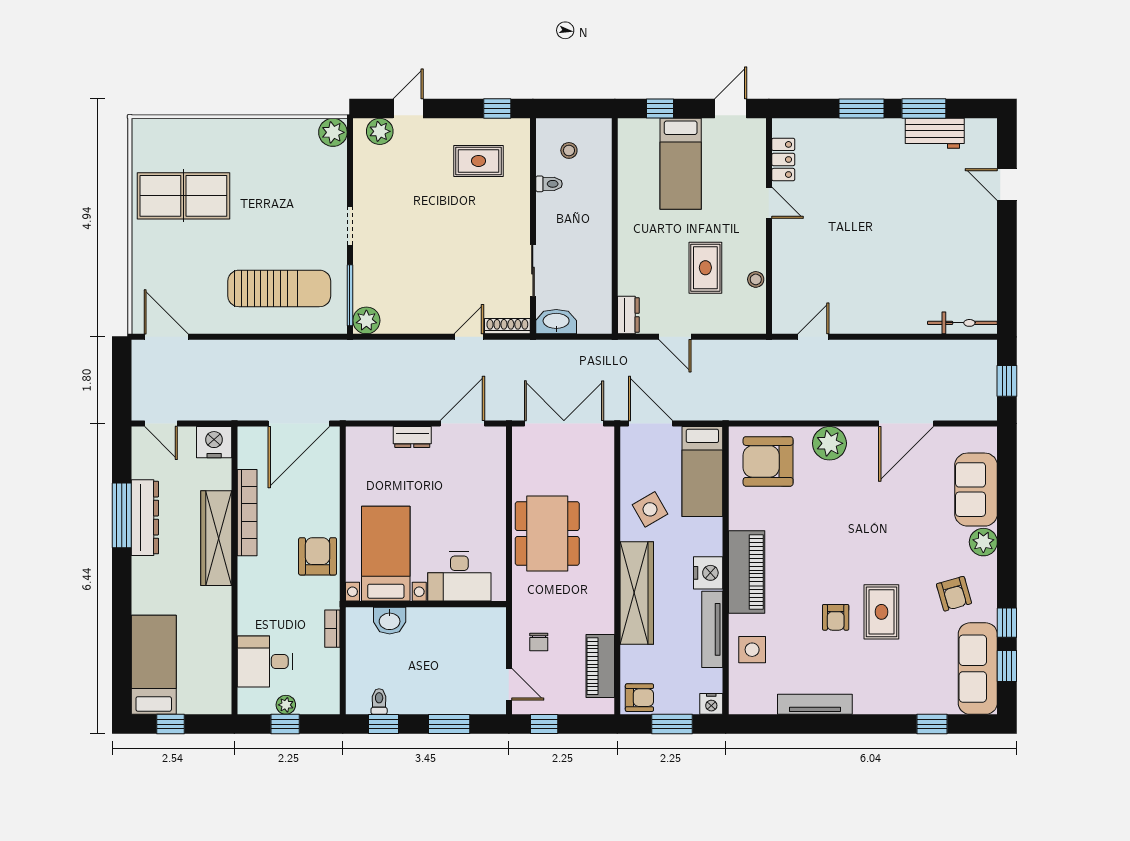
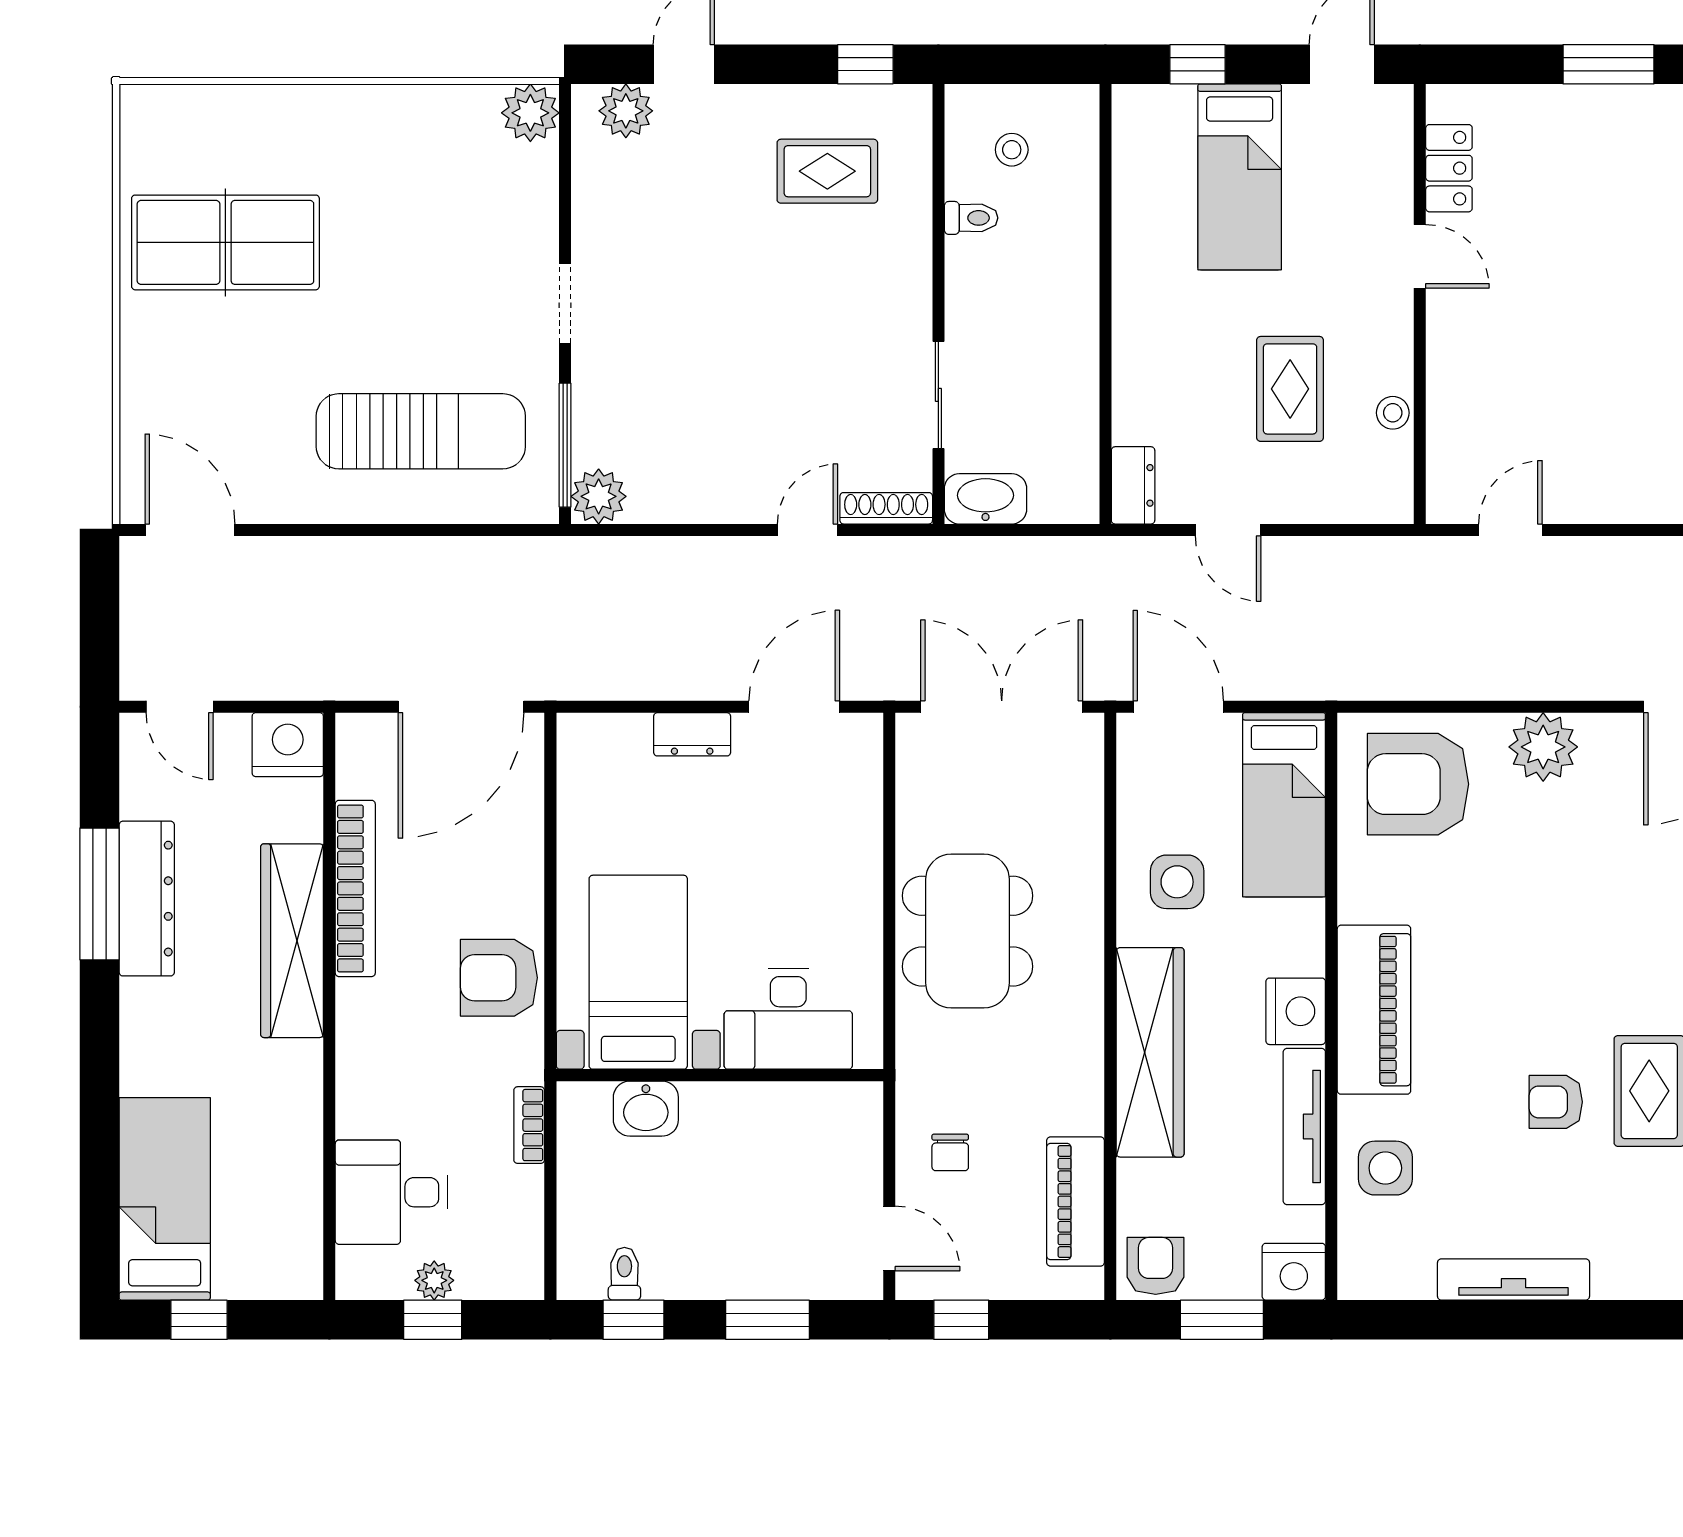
side table: (650, 509) -> (1177, 882), turned 30
armchair: (318, 556) -> (499, 978), turned -90
armchair: (836, 617) -> (1556, 1102), turned 90
armchair: (639, 698) -> (1156, 1266), turned -90
nightstand: (711, 704) -> (1294, 1272), width x1.36, depth x1.33

